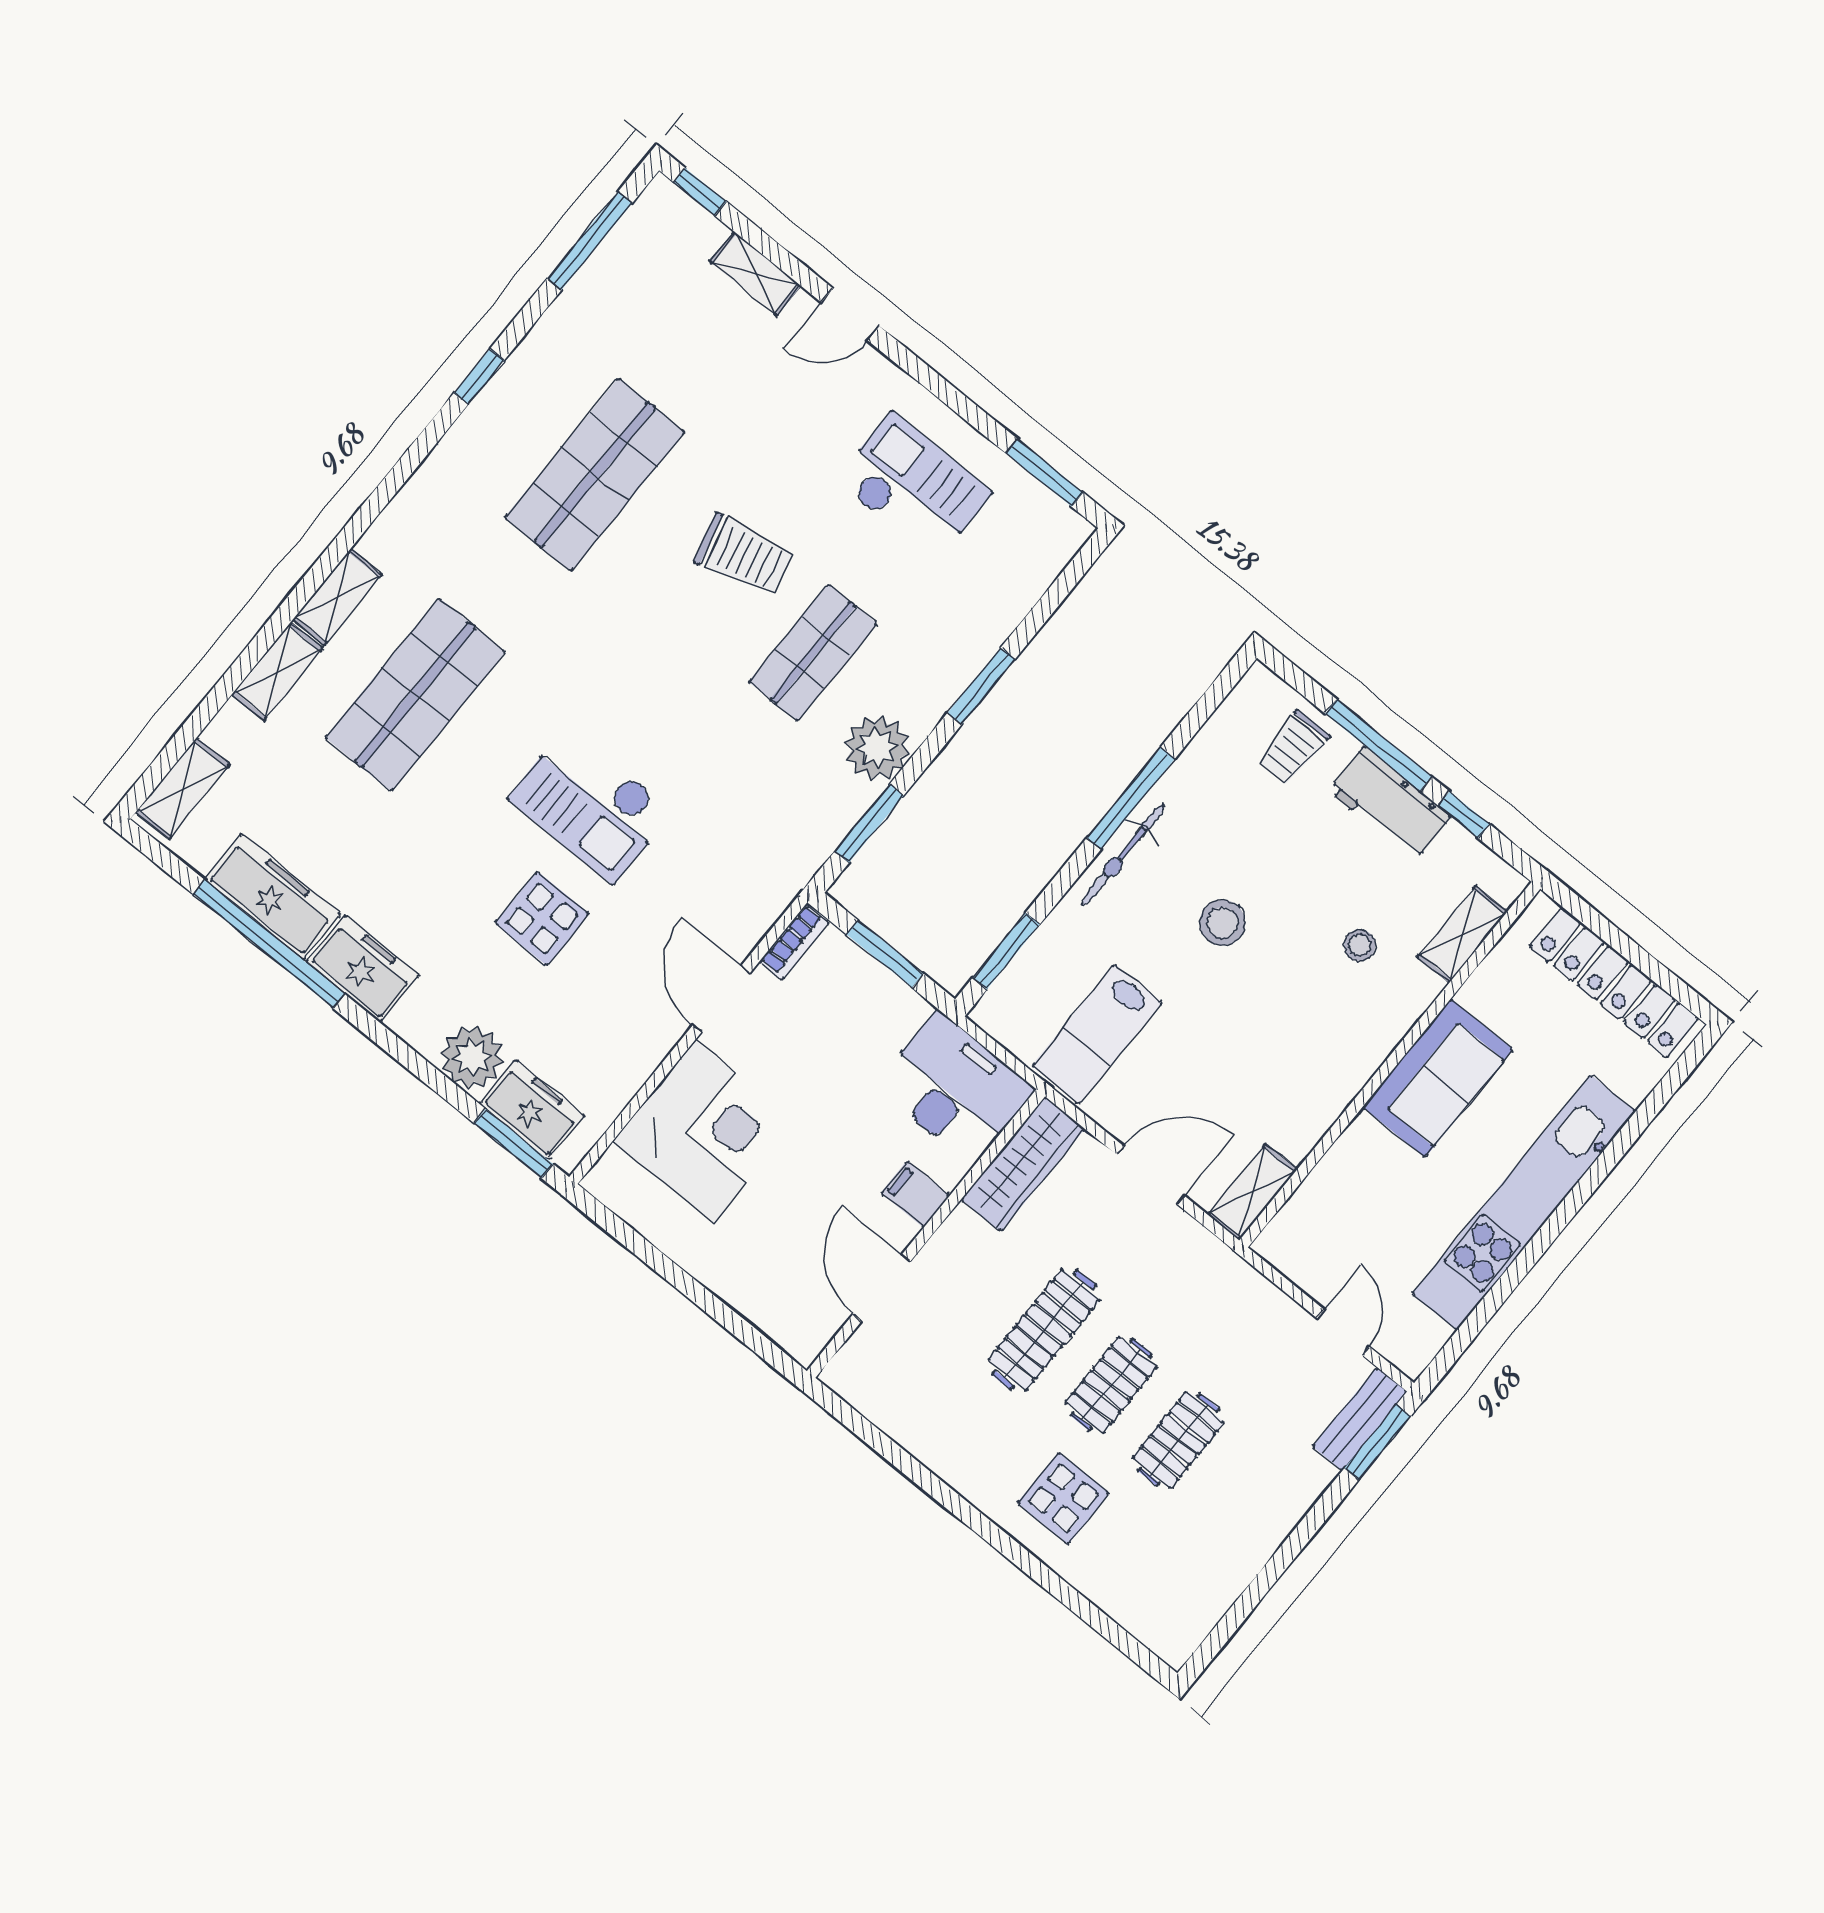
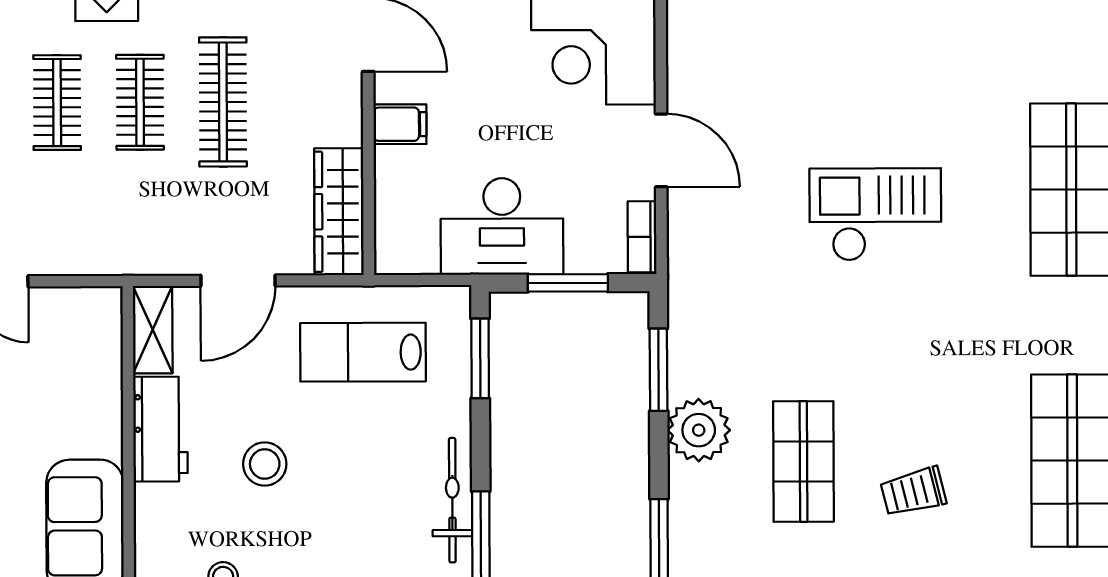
trolley: (744, 555) -> (913, 492), width x0.73, depth x0.72
display table: (542, 919) -> (842, 101), removed
stool: (1222, 923) -> (265, 464), moved
lab bench: (1097, 1034) -> (363, 352), turned -90
desk: (955, 1088) -> (502, 226), moved
workbench: (1312, 1107) -> (160, 429), added

